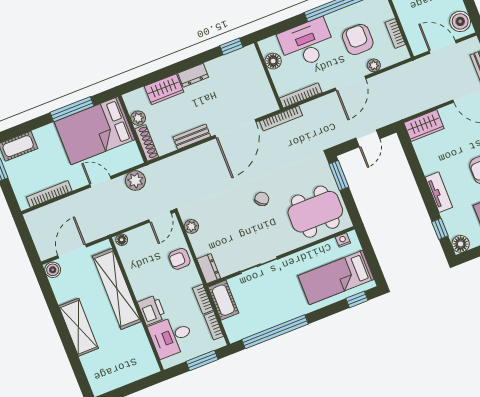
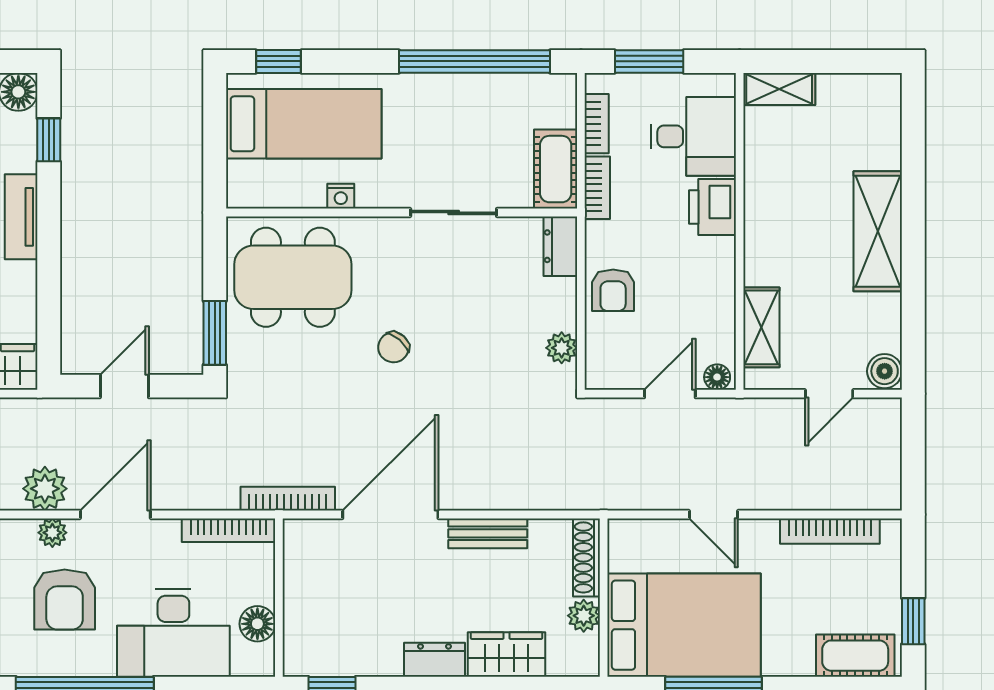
plant: (135, 181) -> (45, 489), moved
door: (160, 217) -> (670, 394), moved
nightstand: (343, 240) -> (341, 196), moved
door: (72, 251) -> (829, 394), width x0.73
armchair: (179, 259) -> (613, 290), turned 90
shelving: (117, 289) -> (761, 327), width x0.45, depth x0.75
shelving: (143, 370) -> (779, 89), added

